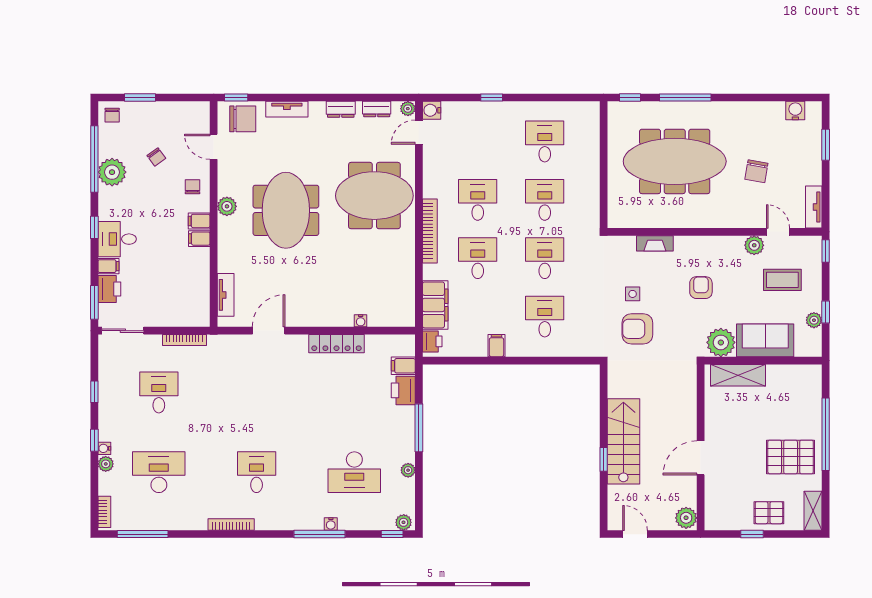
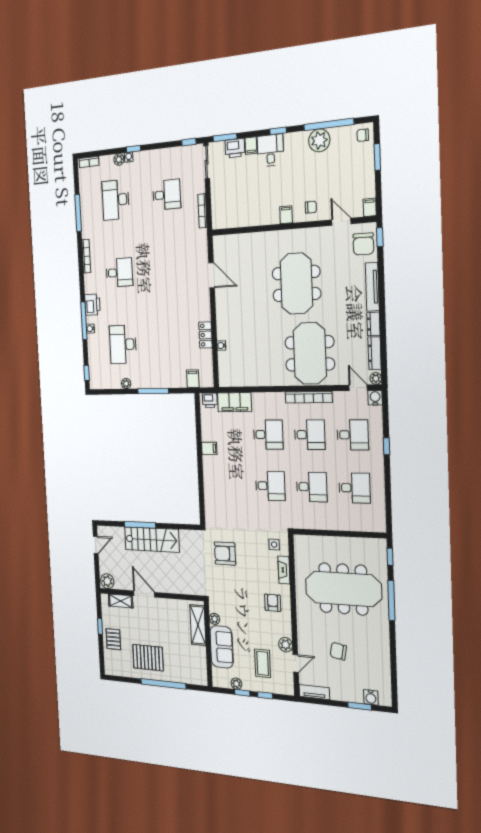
tv unit: (287, 109) -> (372, 287), width x1.41
dresser: (377, 109) -> (375, 353), width x1.44
water cooler: (795, 111) -> (371, 697), moved, turned 90
door: (214, 147) -> (341, 222), hinge flipped
chair: (156, 157) -> (332, 175), removed
meeting table: (675, 161) -> (343, 589), turned 90
plant: (227, 206) -> (297, 236), removed
meeting table: (286, 210) -> (296, 284), turned 90
bookcase: (430, 231) -> (309, 397), moved
filing cabinet: (199, 239) -> (370, 207), moved
window: (826, 251) -> (265, 695), moved
armchair: (701, 288) -> (273, 603), moved, turned -90
side table: (633, 294) -> (274, 545), moved
tv unit: (226, 295) -> (235, 240), removed
desk: (545, 317) -> (353, 435), moved
armchair: (637, 329) -> (225, 554), turned -90
plant: (721, 342) -> (214, 619), width x0.53, depth x0.53
locker: (336, 344) -> (205, 335), width x0.66
printer: (403, 390) -> (92, 305), moved, turned 90
window: (94, 392) -> (189, 142), moved
pallet: (791, 457) -> (148, 658), turned 90
window: (604, 459) -> (140, 525), width x2.17
desk: (159, 472) -> (116, 200), turned 180
shelving: (813, 511) -> (121, 601), moved
plant: (404, 522) -> (94, 381), removed
window: (143, 534) -> (78, 213), moved

